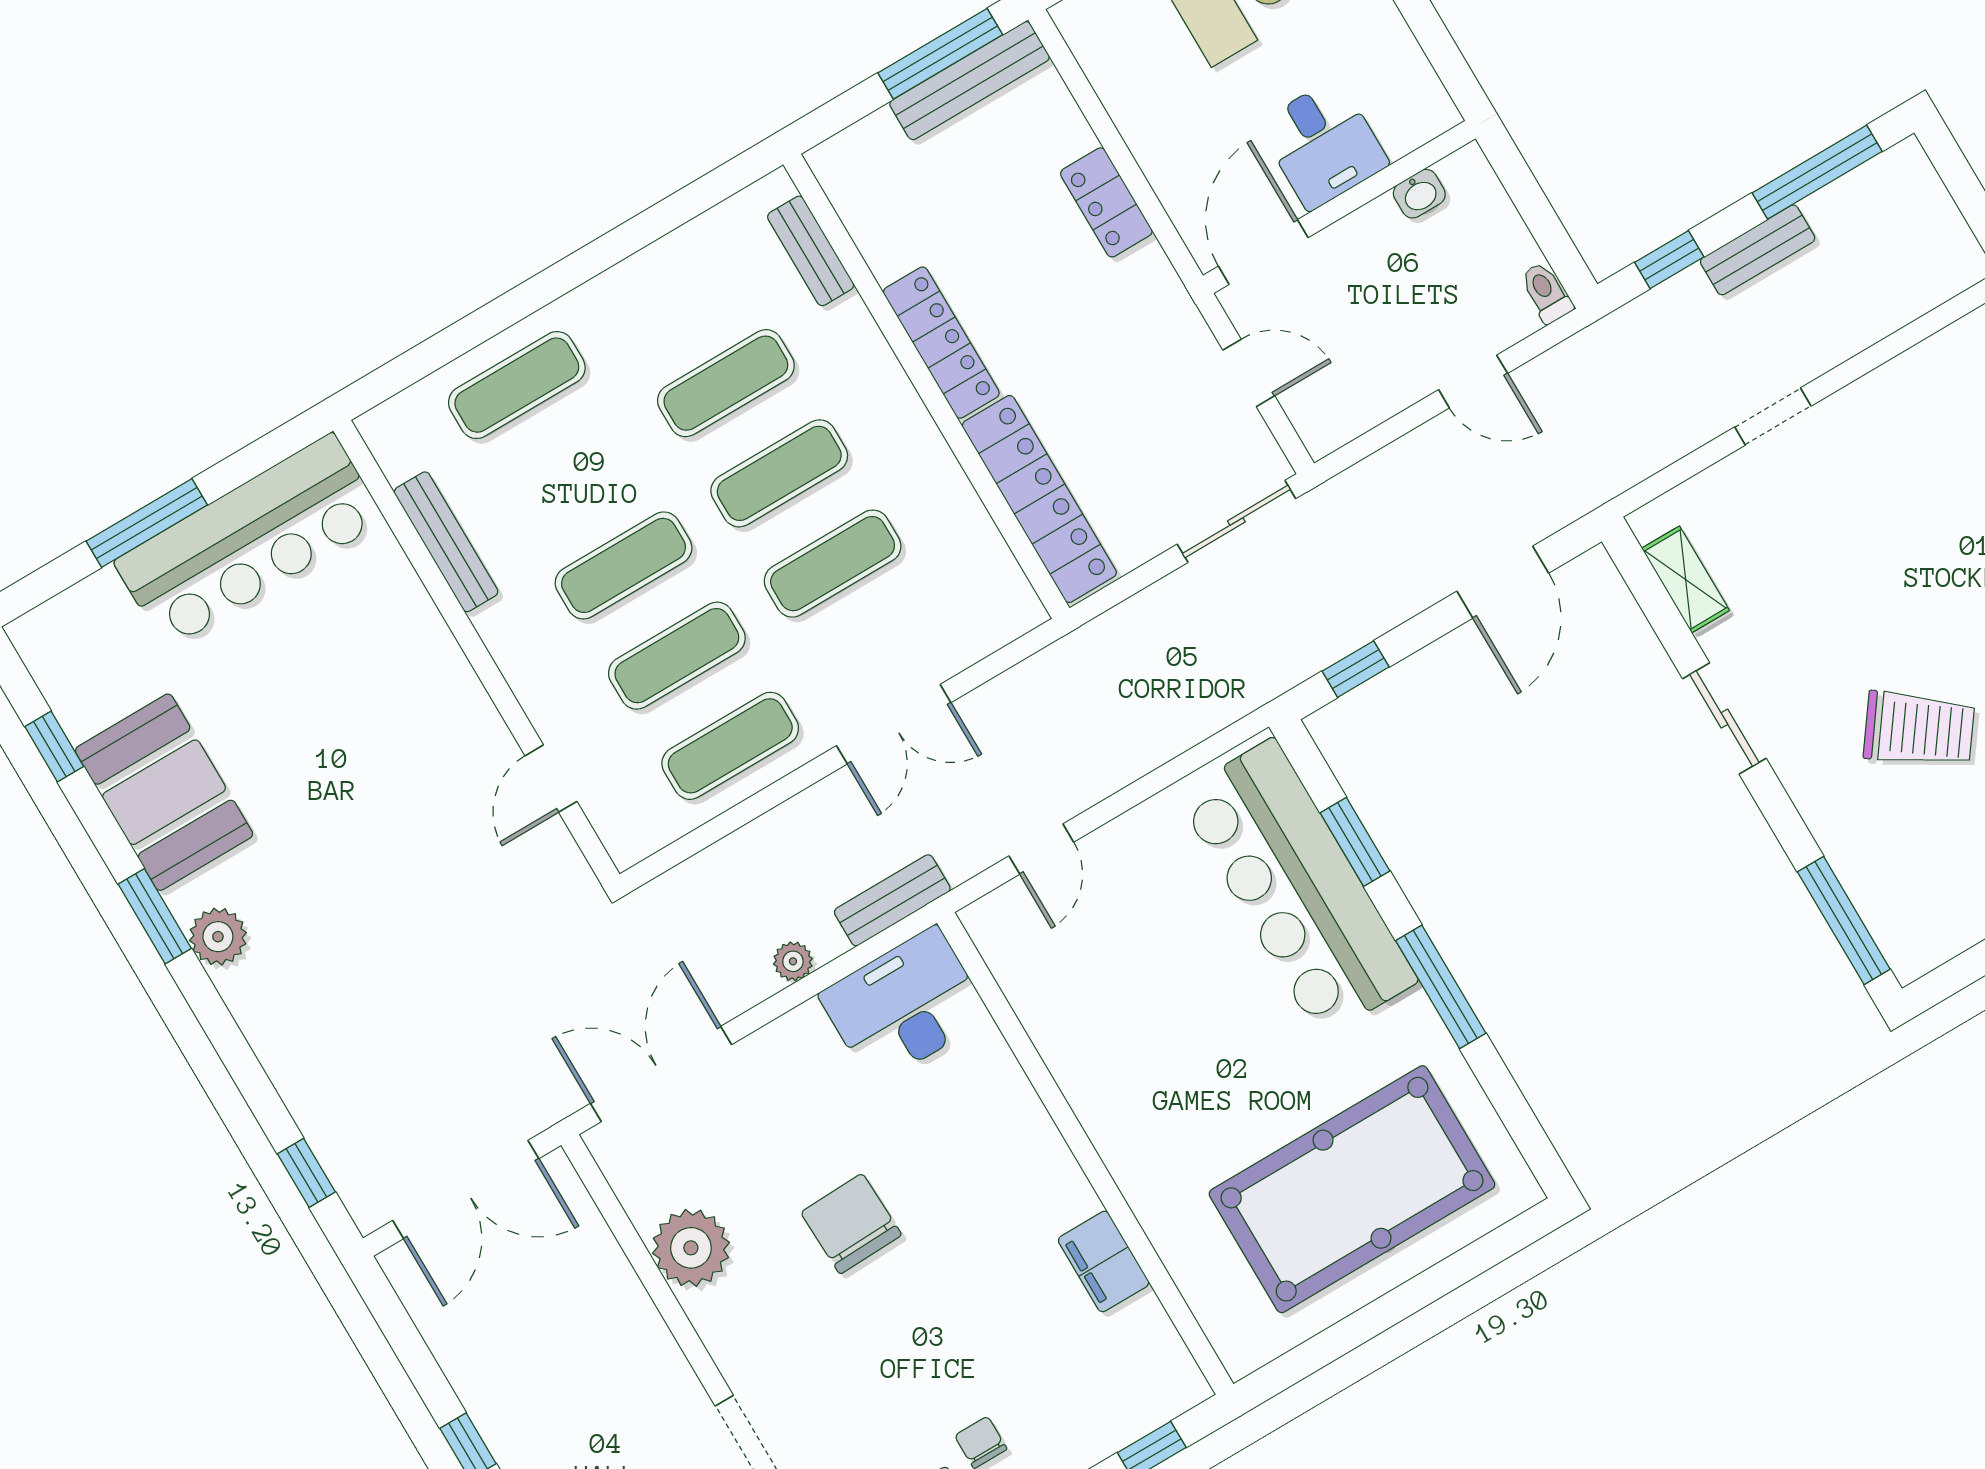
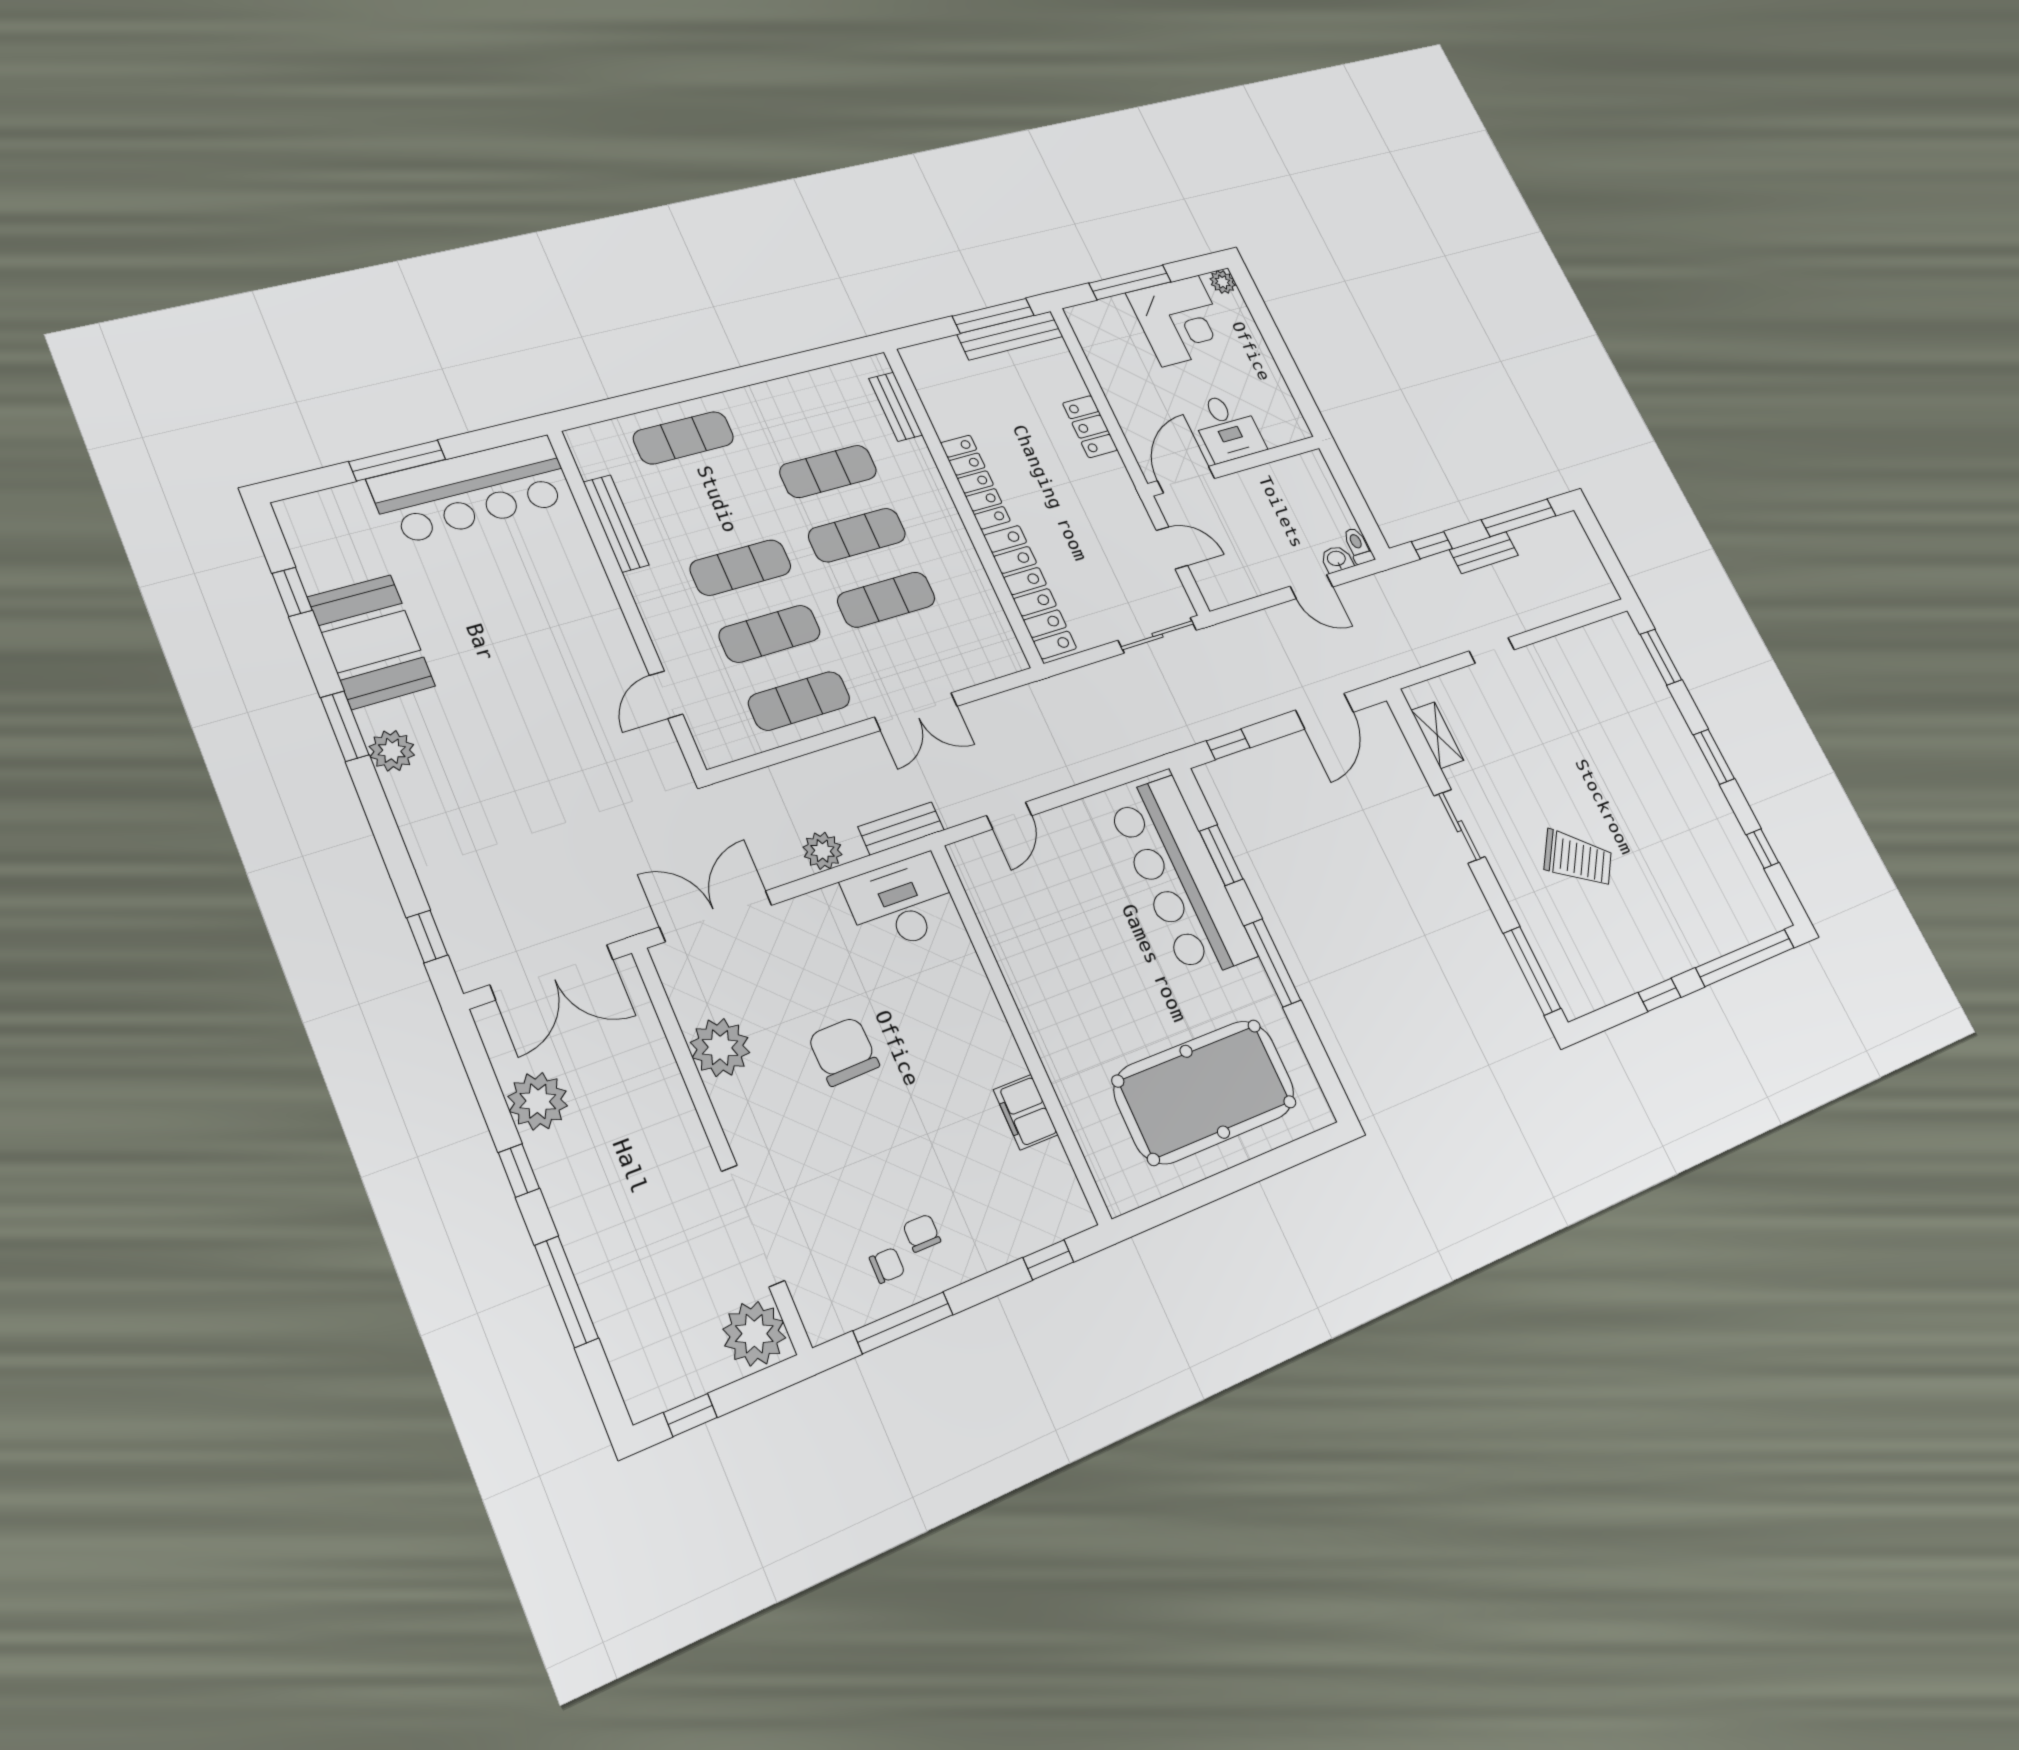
washbasin: (1419, 194) -> (1337, 559), moved, turned 180
plant: (793, 961) -> (823, 851), width x1.38, depth x1.38
plant: (476, 1357) -> (538, 1101), added

